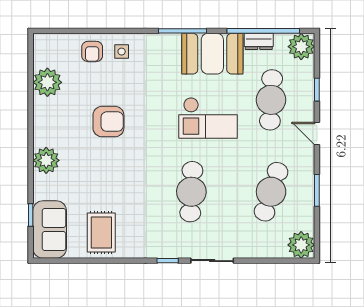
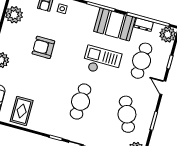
checkout: (208, 118) -> (102, 61), turned 180
armchair: (108, 122) -> (43, 47), turned 180
cafe table: (271, 192) -> (127, 114), turned -39

